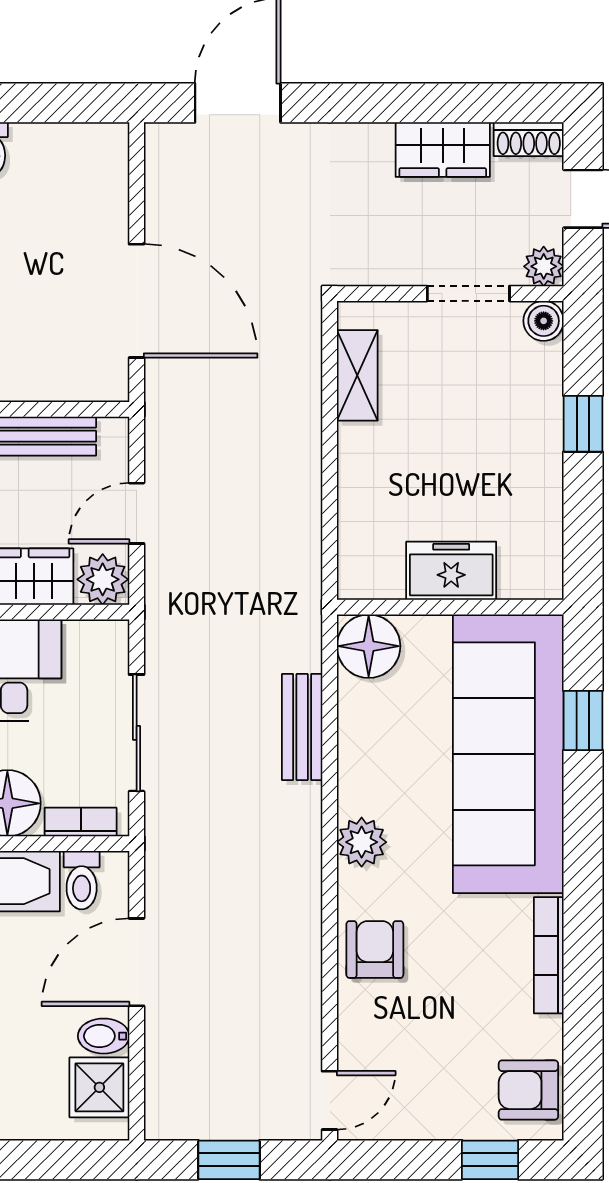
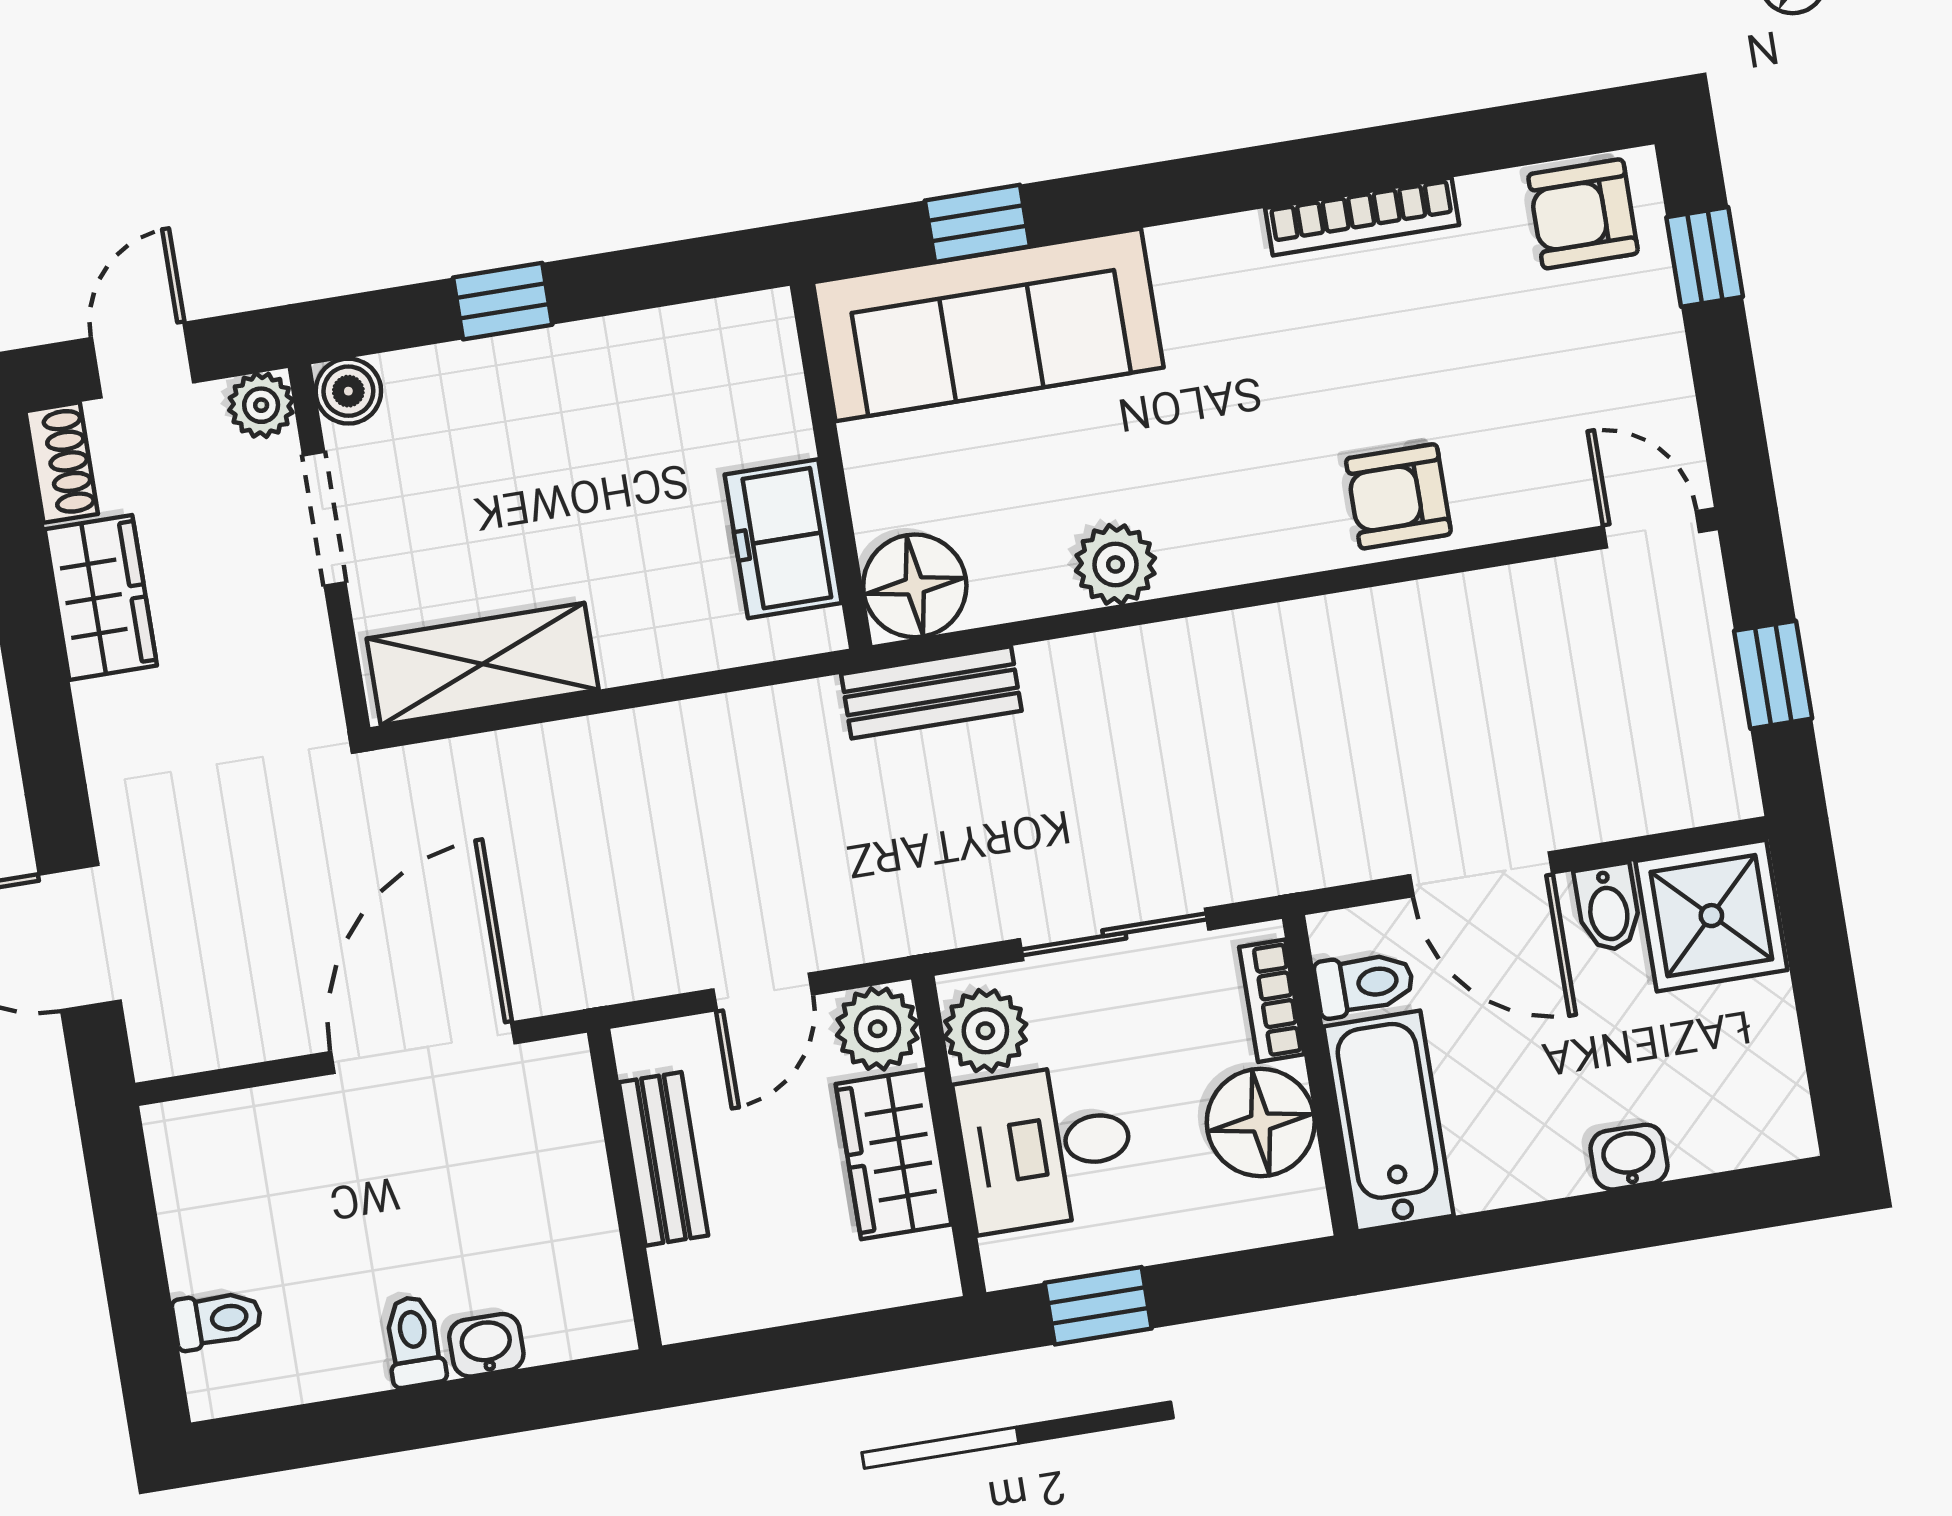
shelving: (357, 375) -> (483, 664), width x1.50, depth x1.33
door: (137, 513) -> (763, 992), hinge flipped
freezer: (451, 571) -> (783, 539), moved
plant: (91, 645) -> (985, 1031), added
bench: (302, 727) -> (931, 692), moved
sofa: (508, 754) -> (988, 325), width x0.74, depth x0.79
plant: (362, 842) -> (1115, 564), moved
shower: (99, 1087) -> (1711, 916), width x1.36, depth x1.36
armchair: (528, 1090) -> (1583, 214), turned 90

